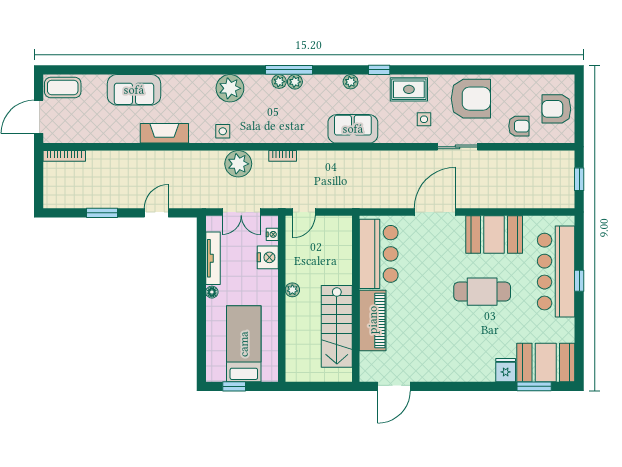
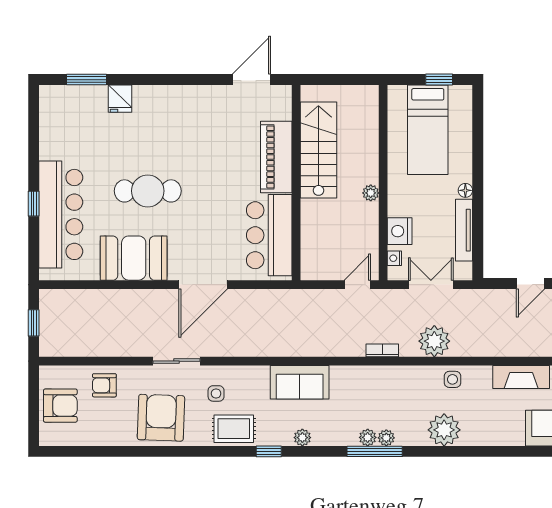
armchair: (471, 99) -> (161, 418), turned 92
booth: (546, 363) -> (73, 108), removed

